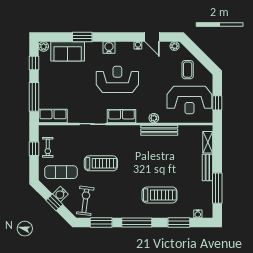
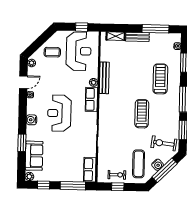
row of seats: (122, 116) -> (91, 99), moved
treadmill: (101, 163) -> (142, 114), moved
window: (54, 202) -> (165, 170), width x2.17

